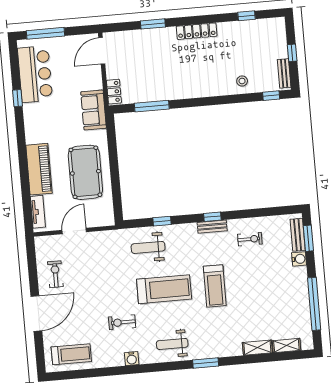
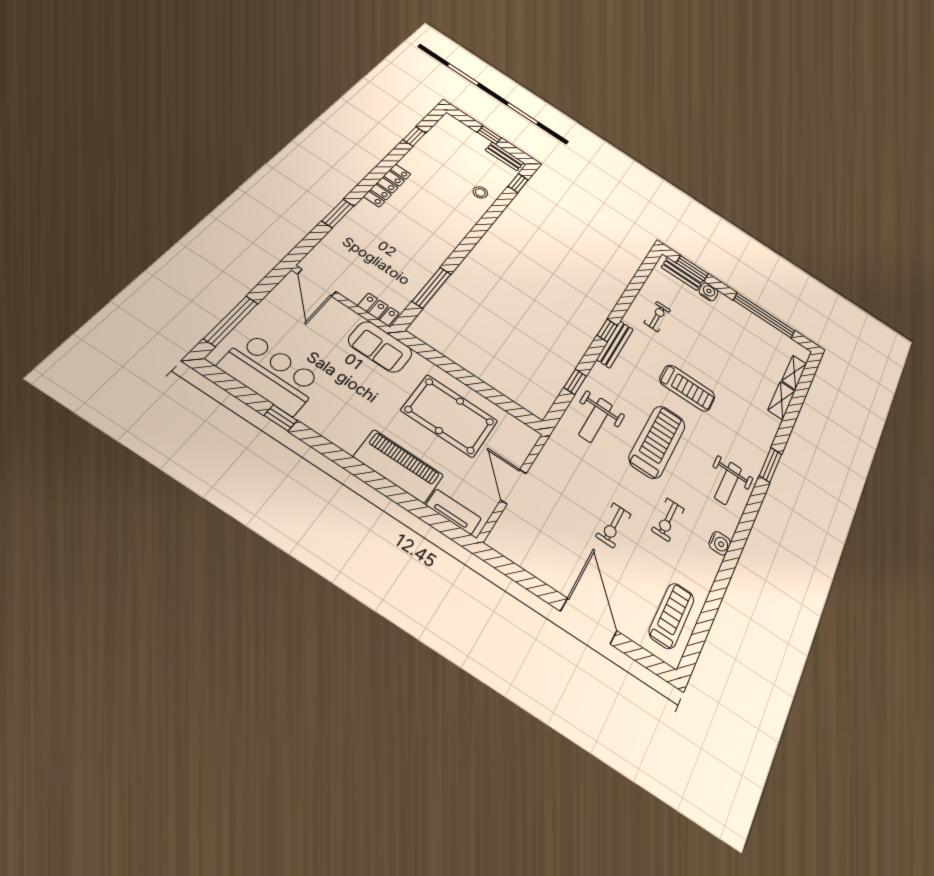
bench: (212, 227) -> (615, 344), width x1.36
exercise bike: (55, 274) -> (613, 525), moved, turned -90

